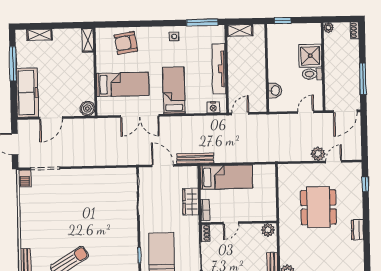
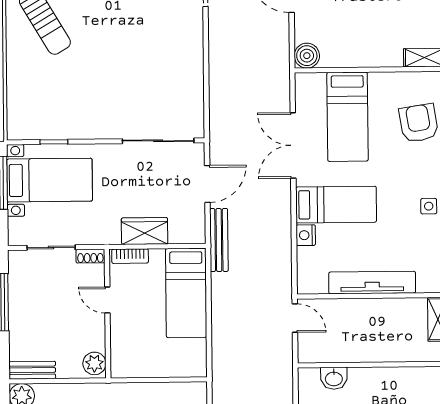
nightstand: (213, 107) -> (306, 235), moved

